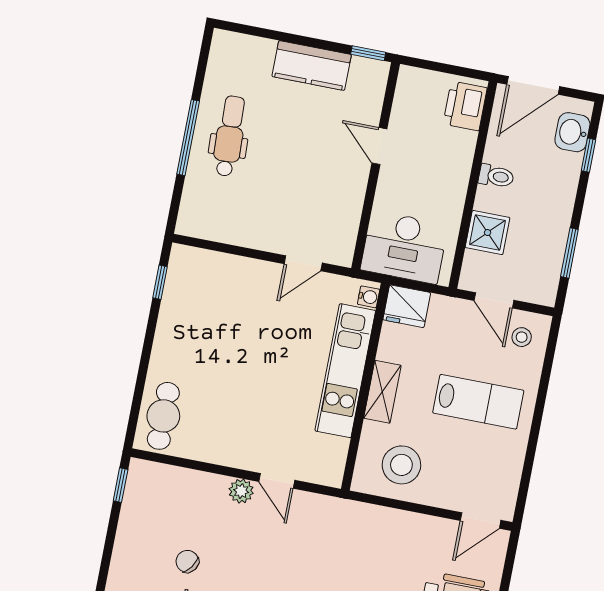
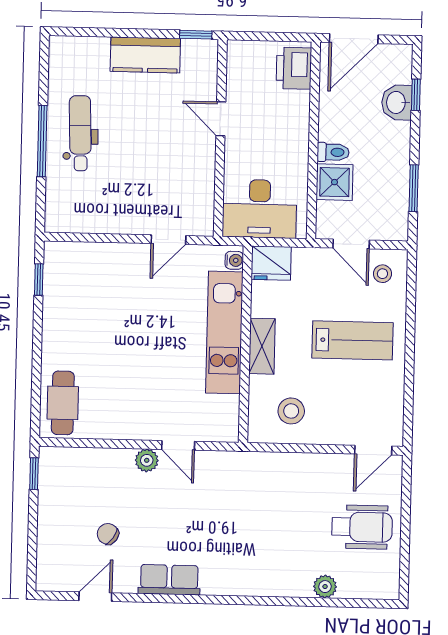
washbasin: (572, 132) -> (397, 102), moved
toilet: (496, 176) -> (333, 152), moved
stool: (401, 465) -> (291, 411), width x0.73, depth x0.73

